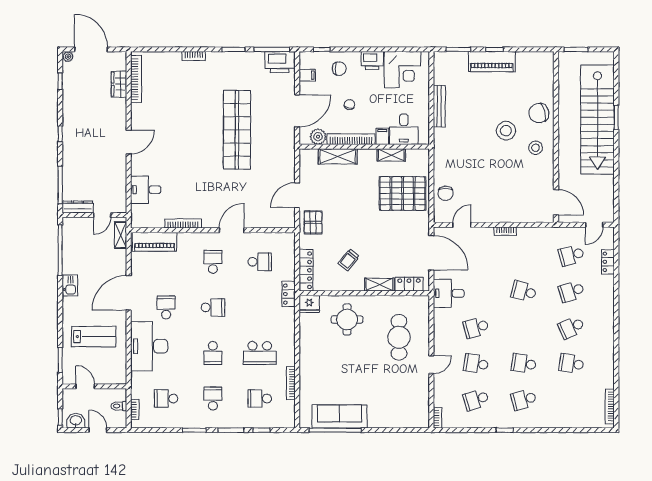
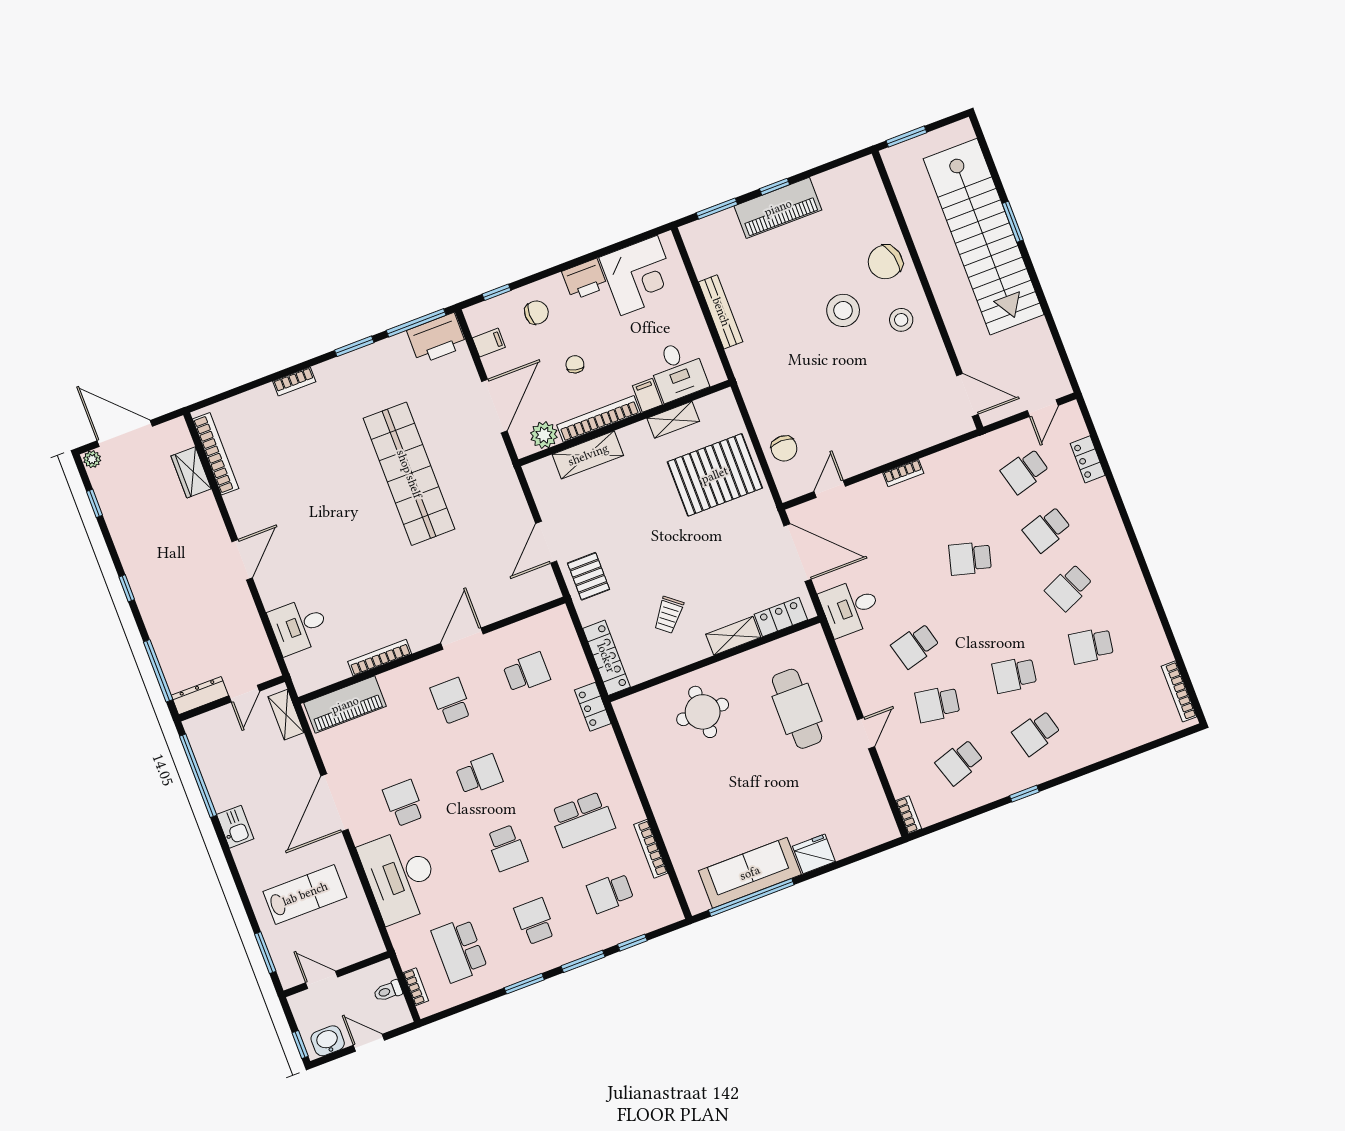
fridge: (309, 304) -> (814, 854), moved, turned 180
school desk: (166, 399) -> (459, 950), width x1.85

